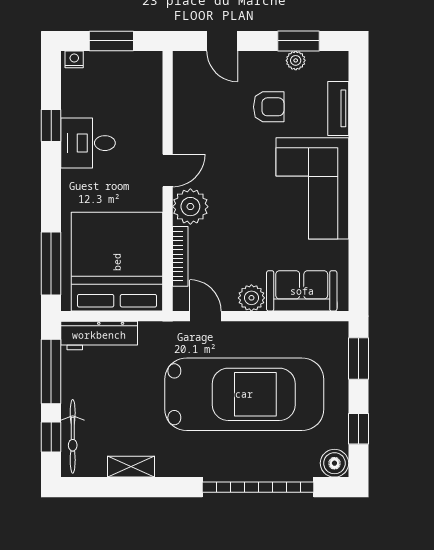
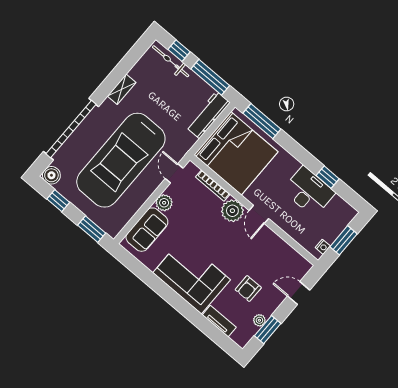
nightstand: (74, 59) -> (323, 247), moved
desk: (88, 143) -> (309, 192), width x1.37
door: (205, 316) -> (174, 173), swing flipped
shelving: (131, 467) -> (122, 89), moved

